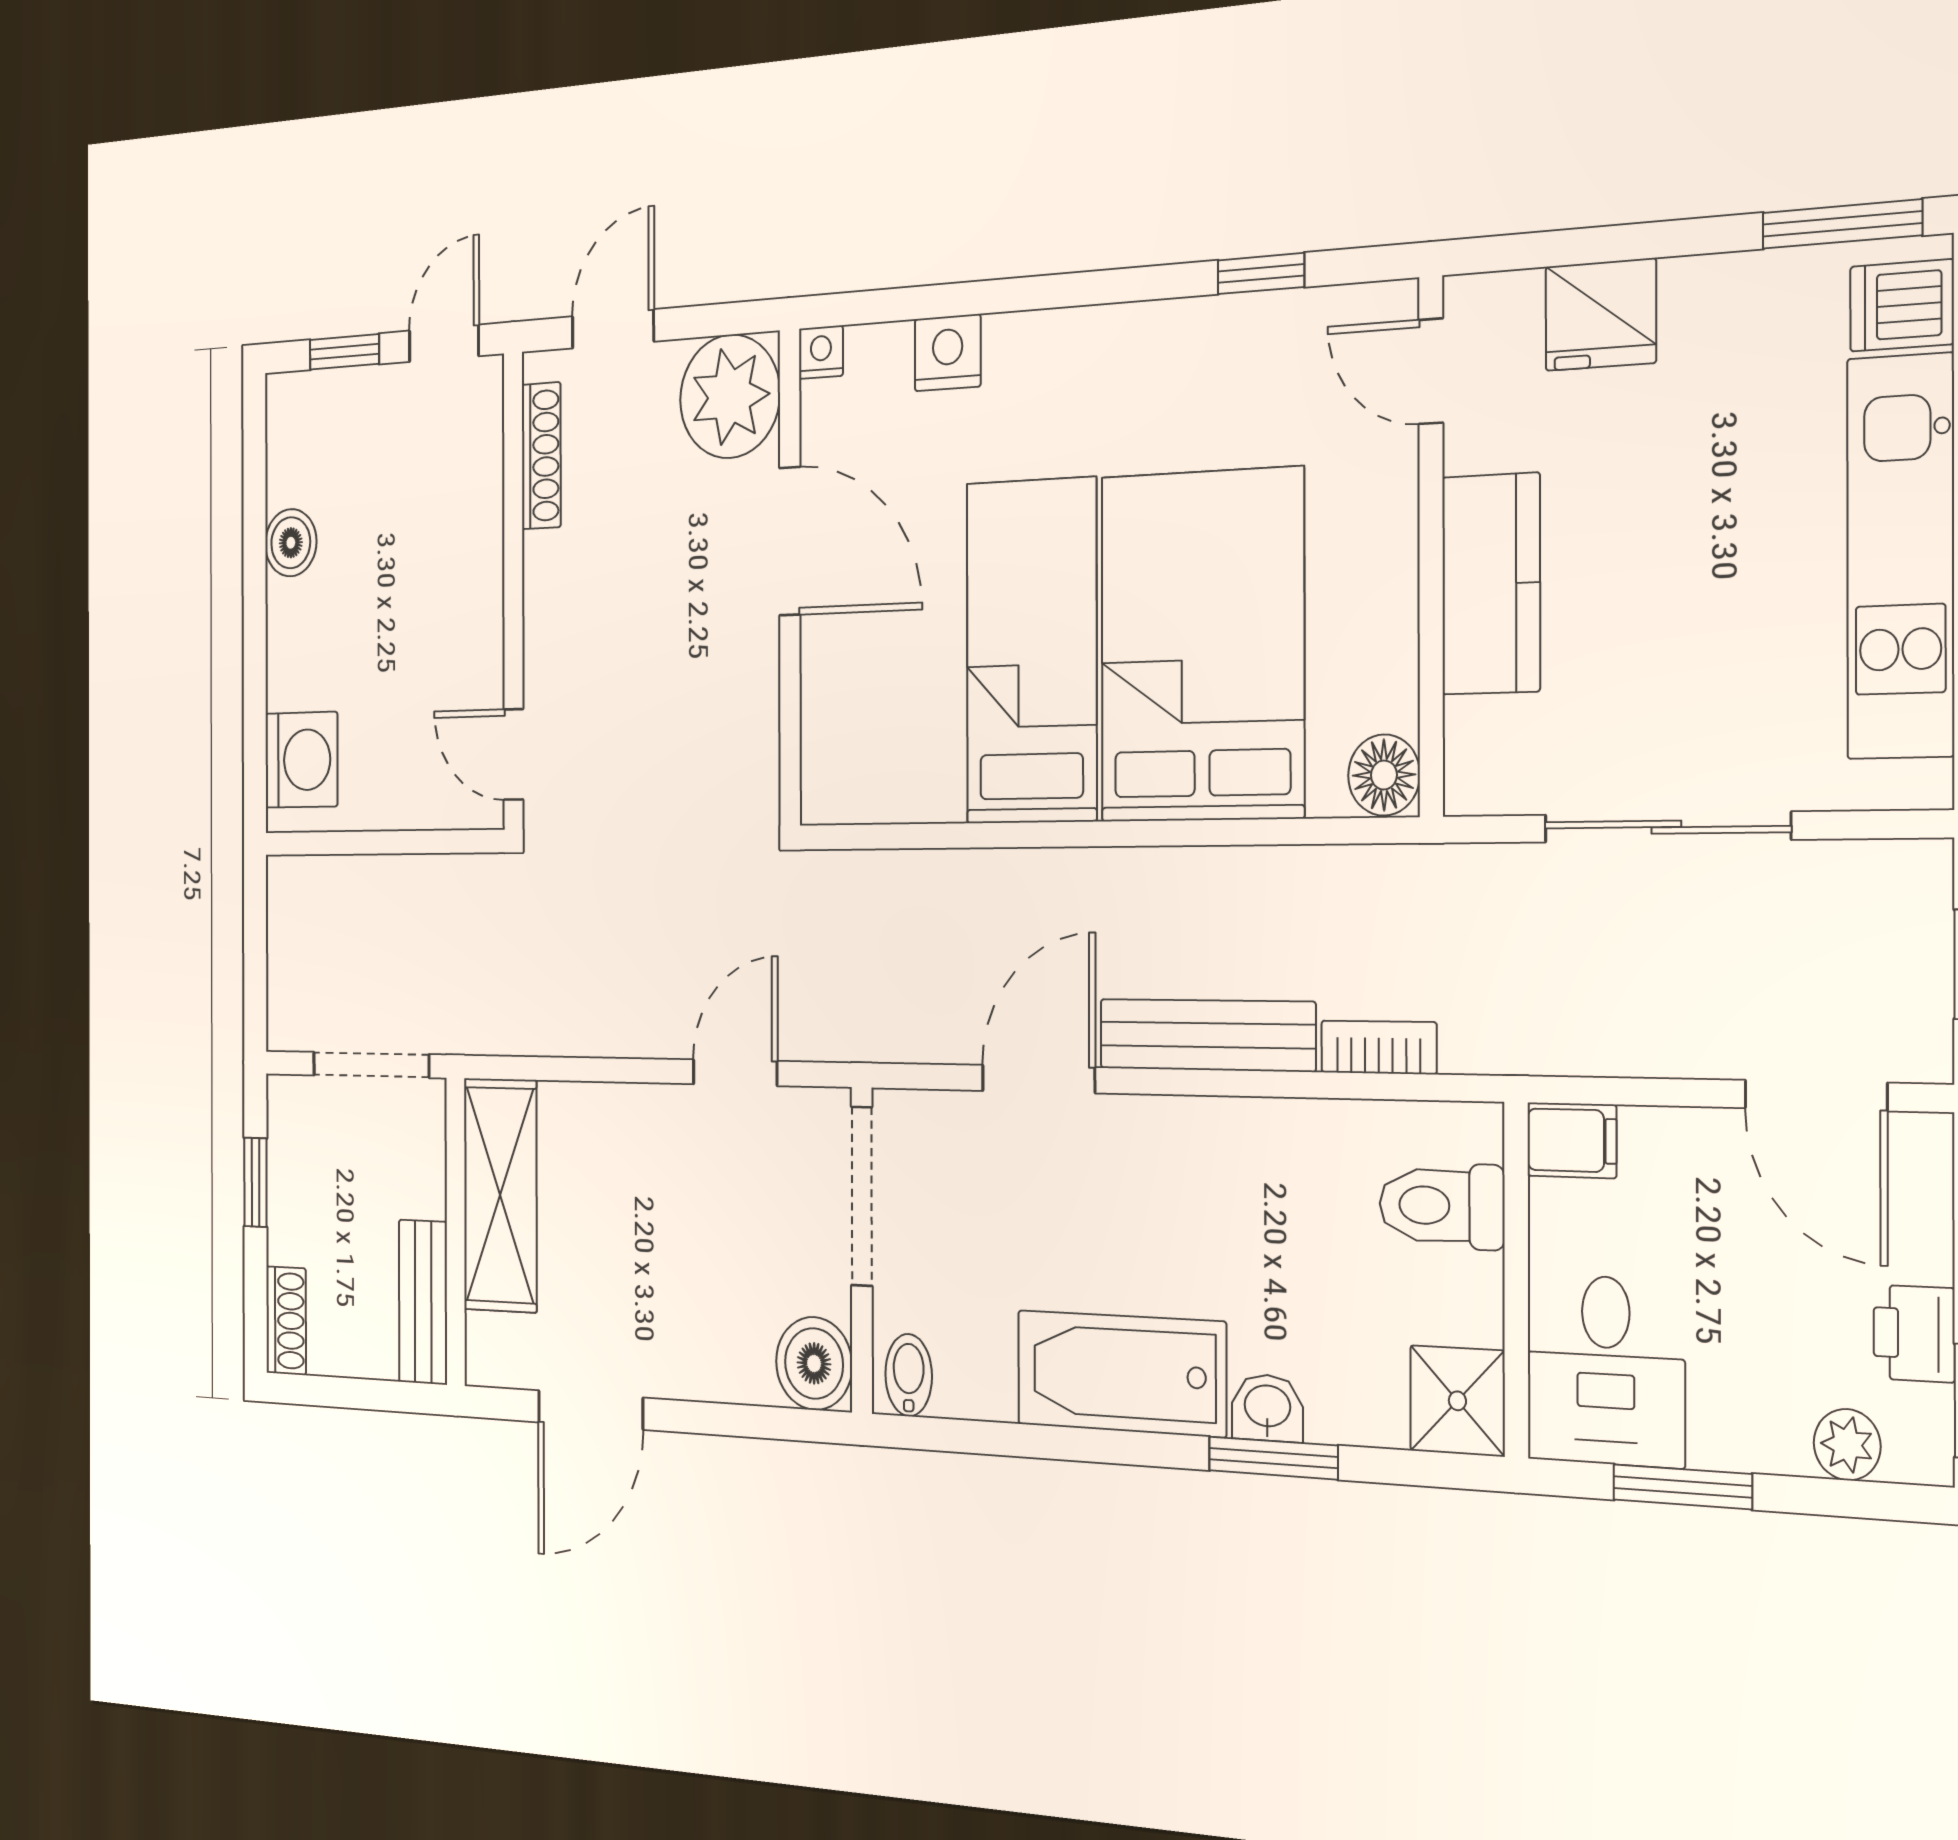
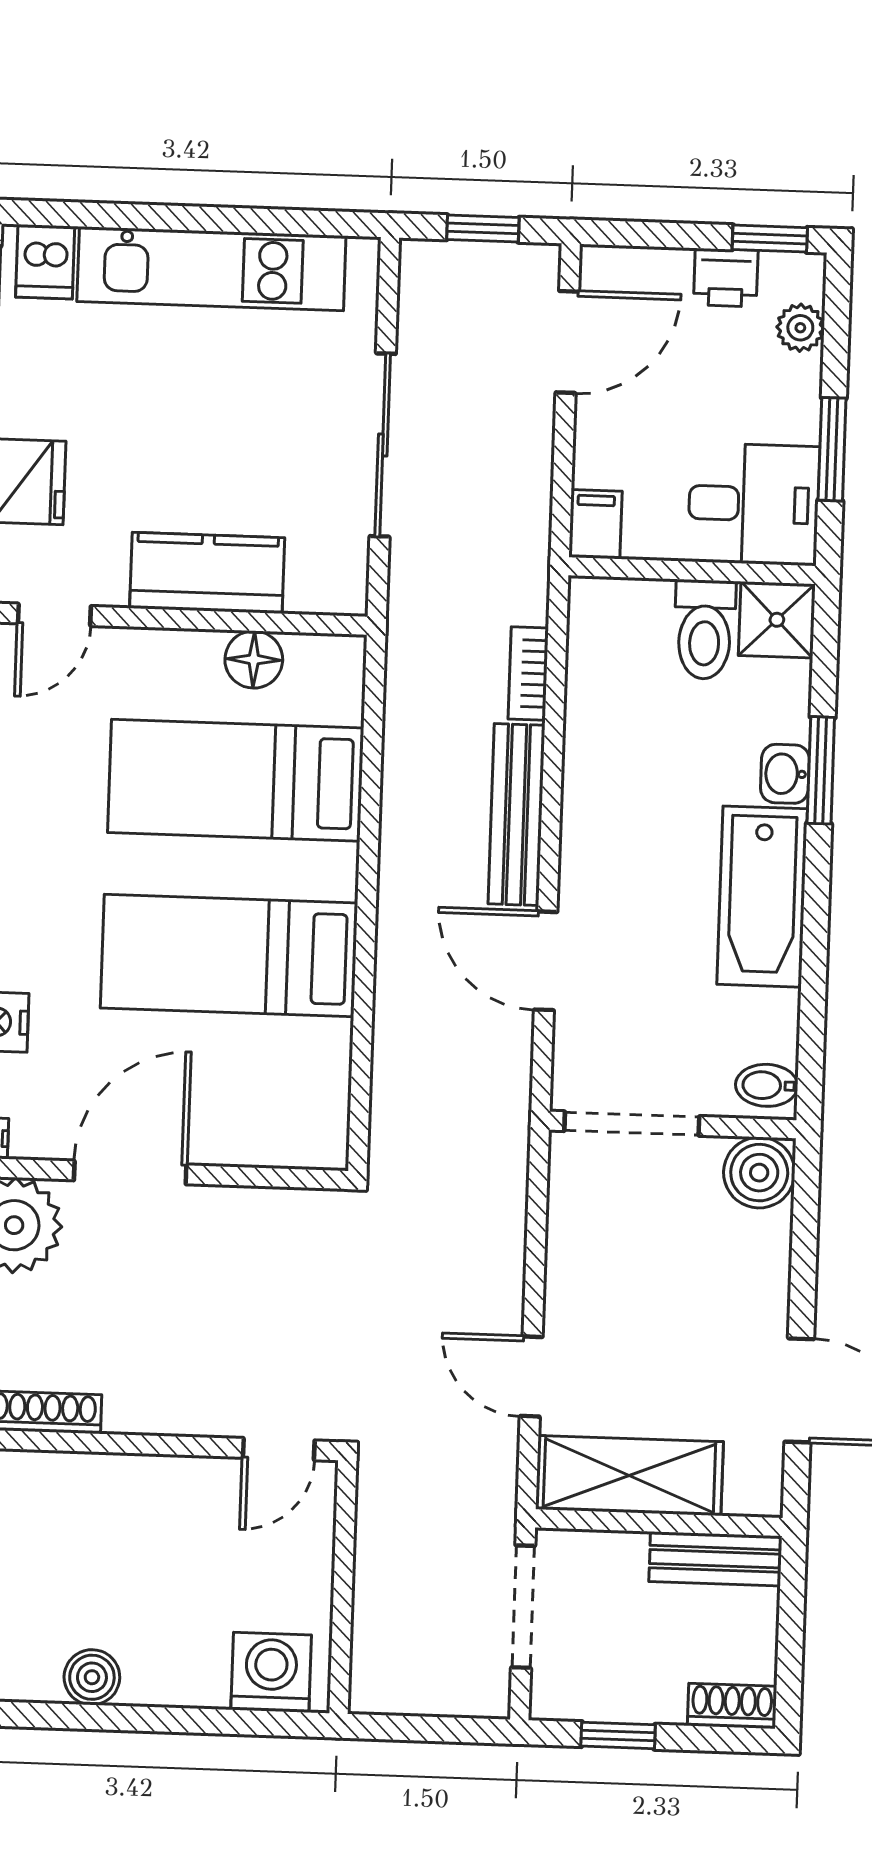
bed: (1202, 646) -> (236, 780), width x0.67
floor lamp: (1384, 775) -> (254, 660), moved
door: (735, 1073) -> (531, 1377), moved
toilet: (1442, 1206) -> (705, 629), moved

